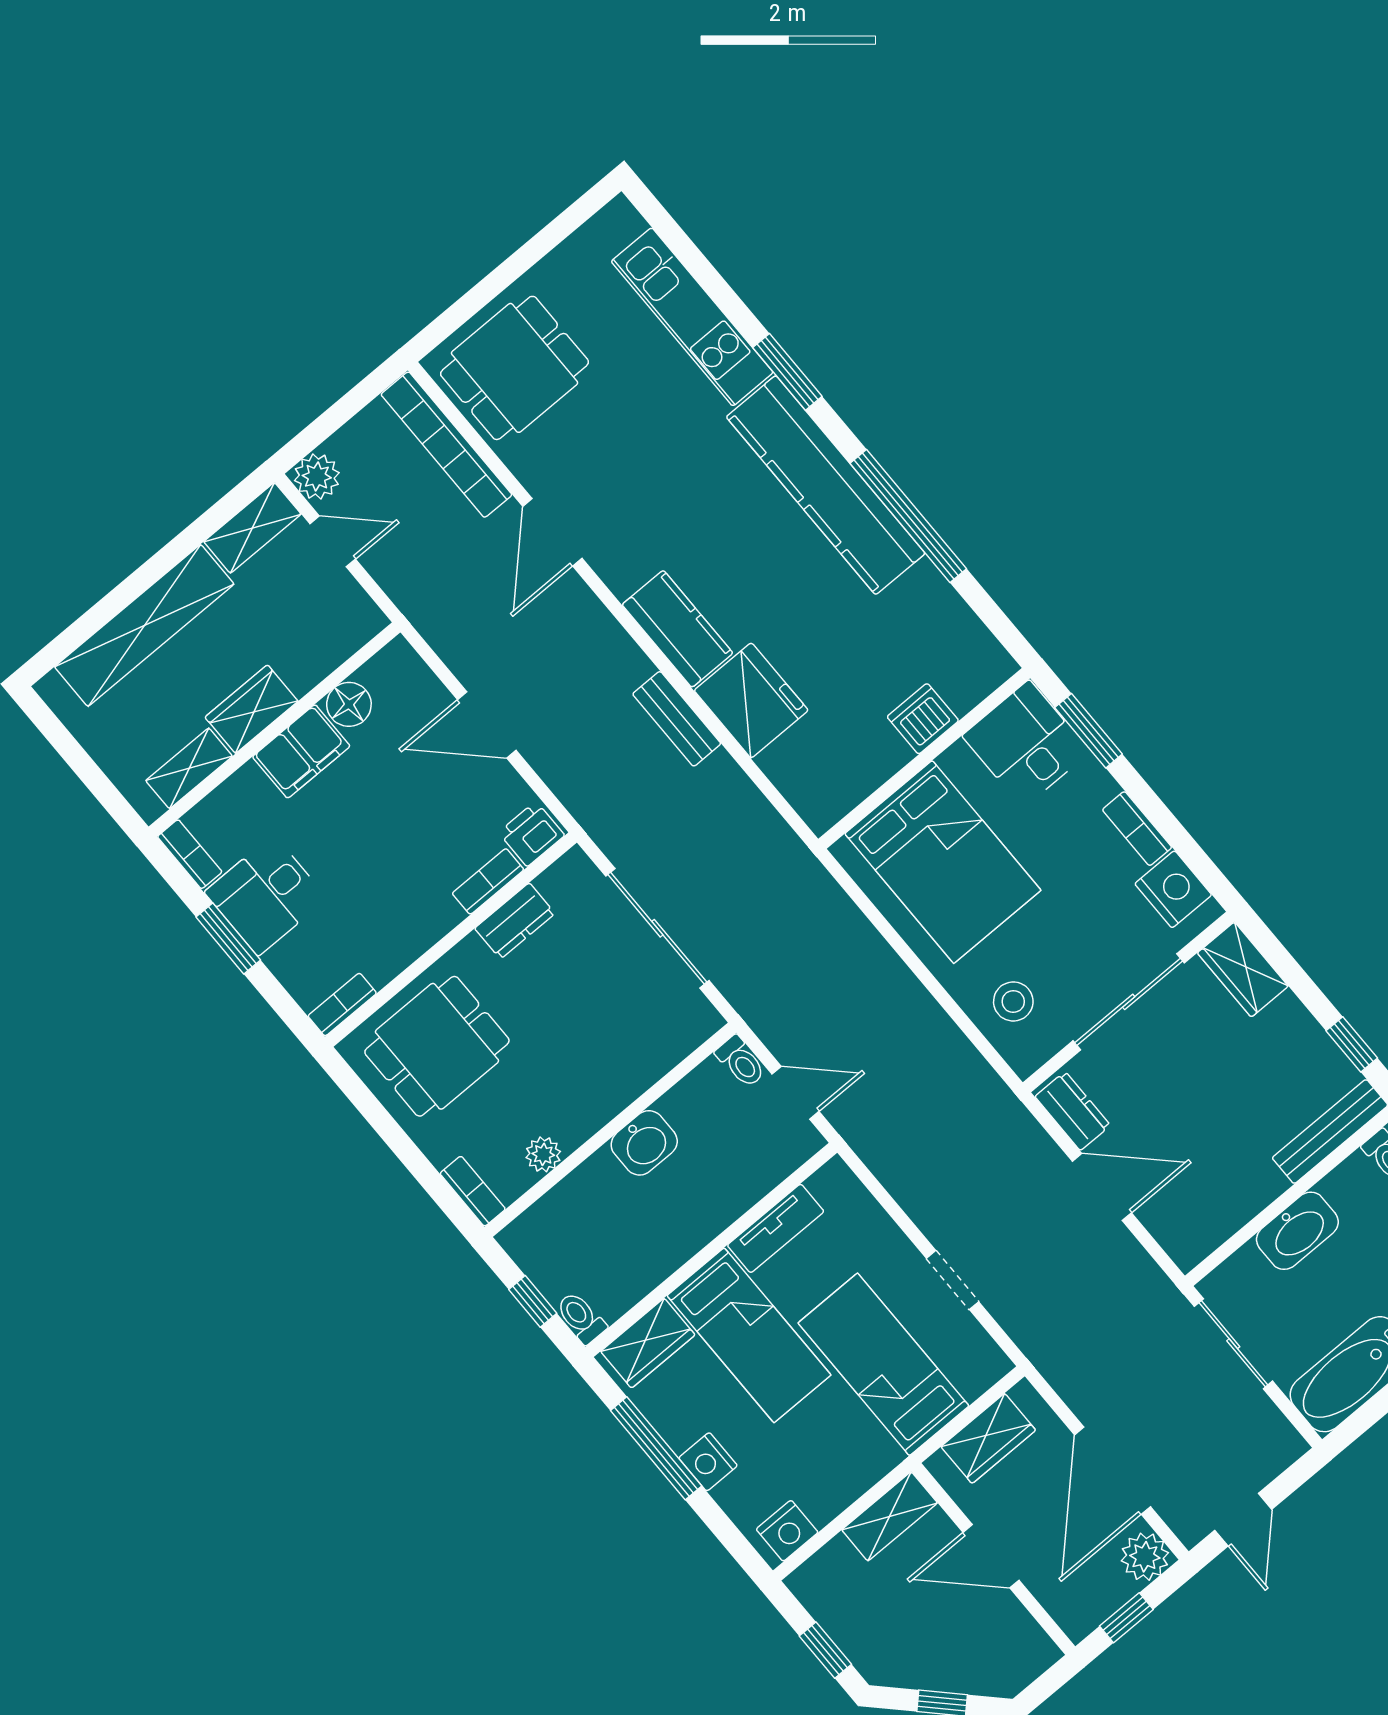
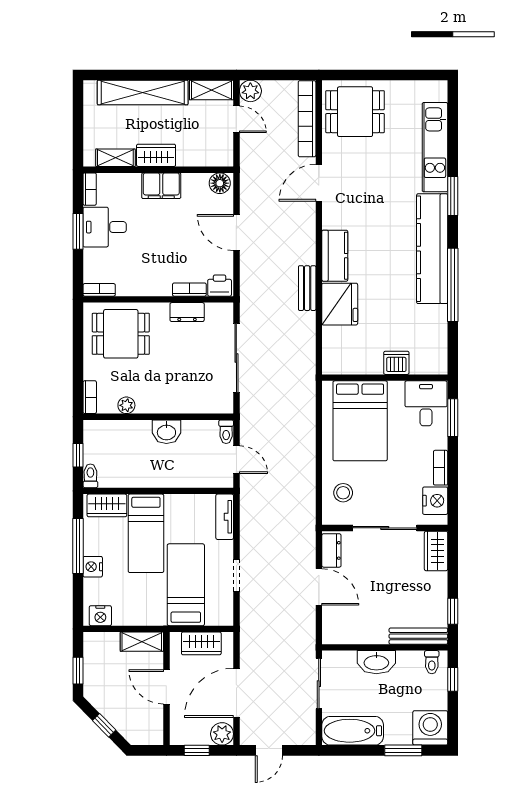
floor lamp: (349, 704) -> (220, 183), moved
tv unit: (776, 1228) -> (225, 517), moved, turned 90

